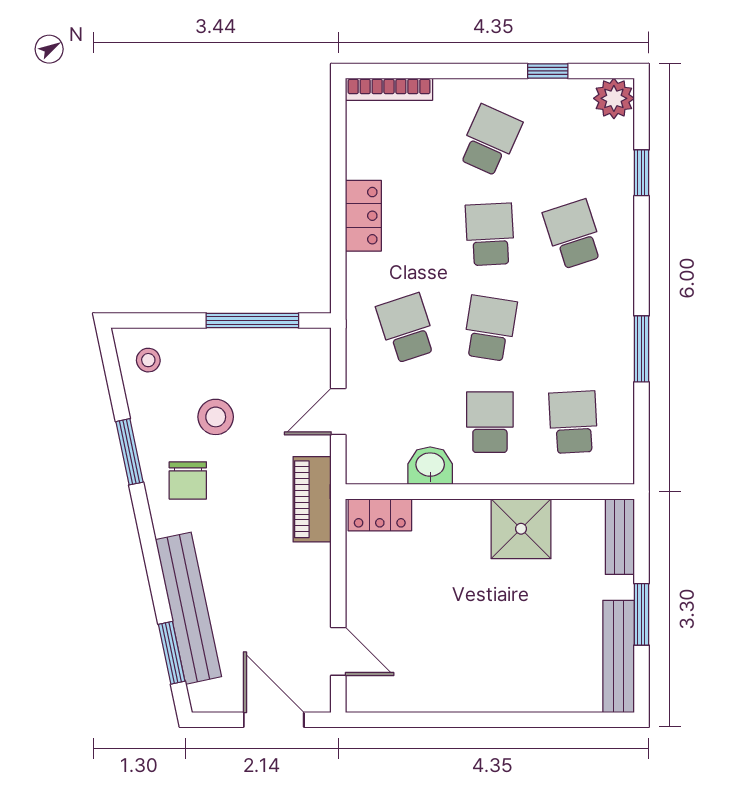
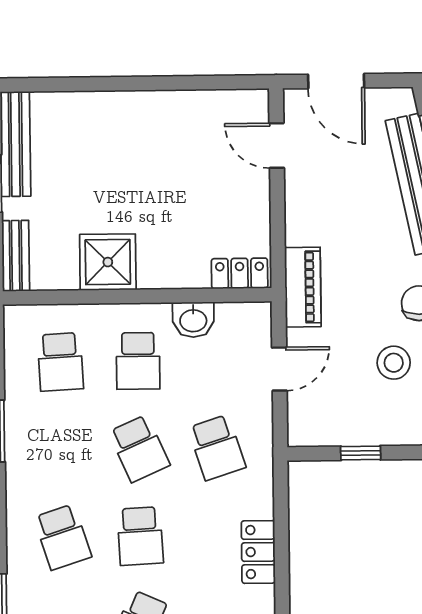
window: (252, 320) -> (361, 453), width x0.46
school desk: (490, 328) -> (139, 449), turned -33

